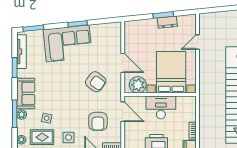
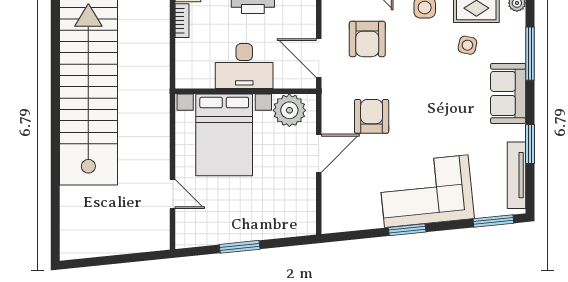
dresser: (167, 22) -> (232, 233), removed
door: (198, 42) -> (173, 194), hinge flipped
door: (123, 63) -> (319, 153), swing flipped
armchair: (96, 82) -> (372, 116), turned 53
plant: (22, 115) -> (516, 52), removed
armchair: (98, 121) -> (367, 39), turned 180

